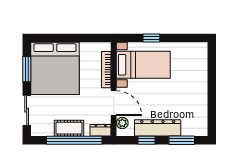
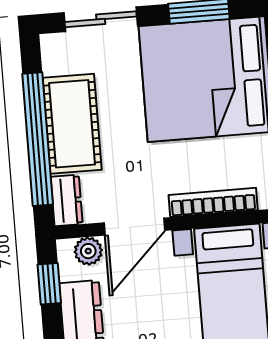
cot: (69, 128) -> (72, 124), width x1.37, depth x1.34
window: (146, 140) -> (49, 284), moved

